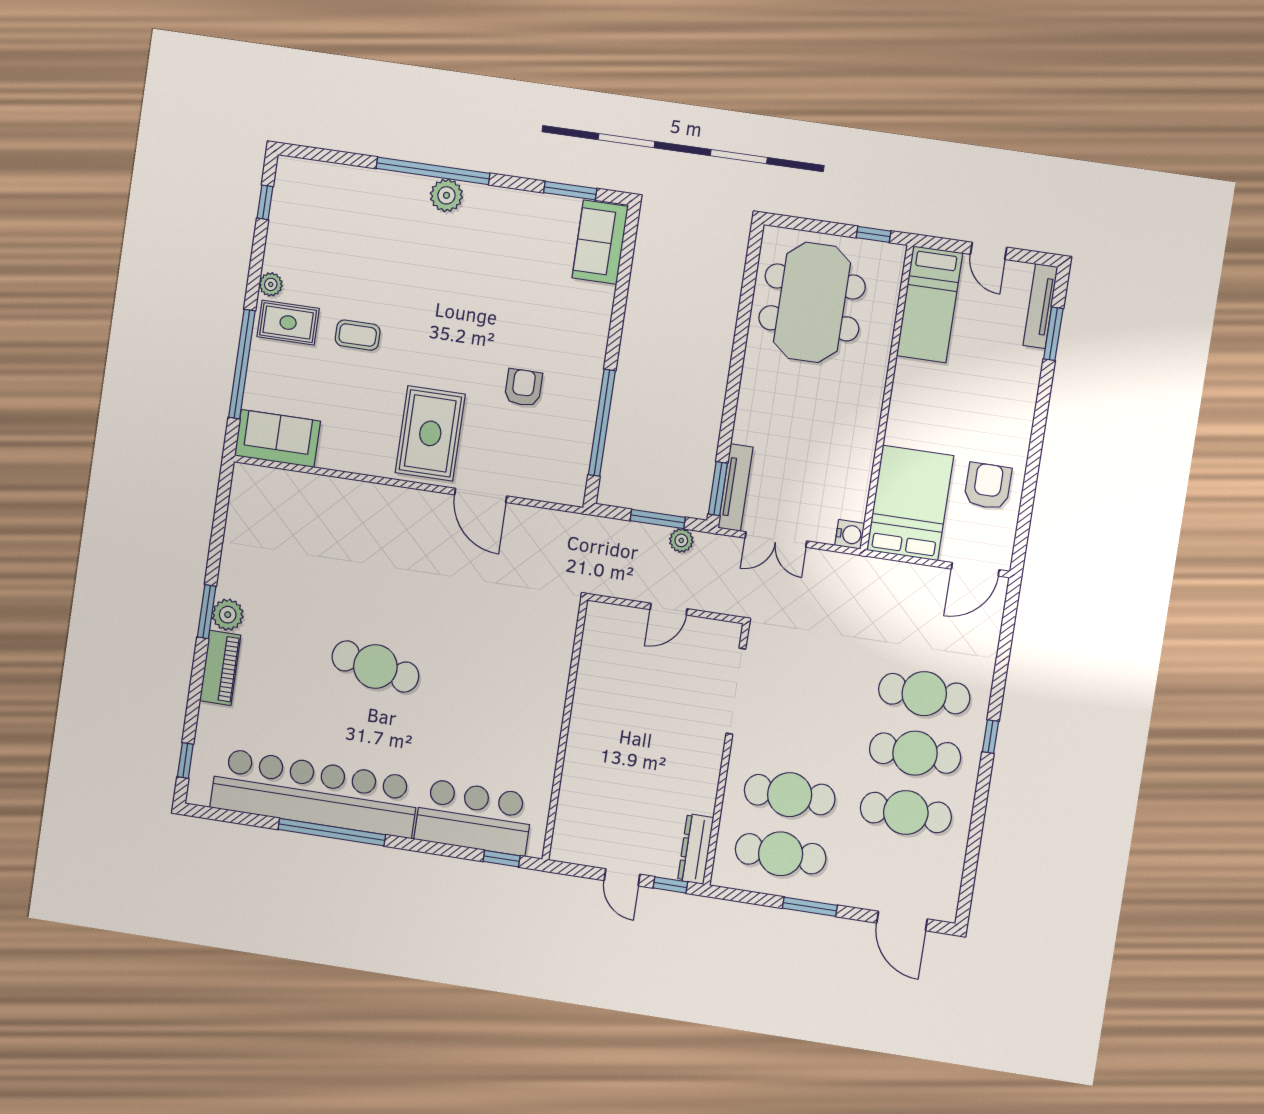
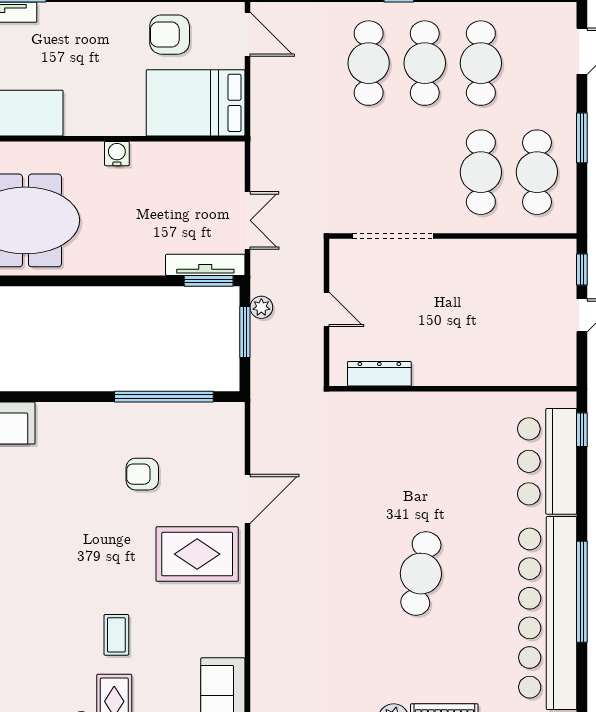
water cooler: (850, 534) -> (117, 154), moved
dresser: (696, 849) -> (379, 374), moved, turned 180

